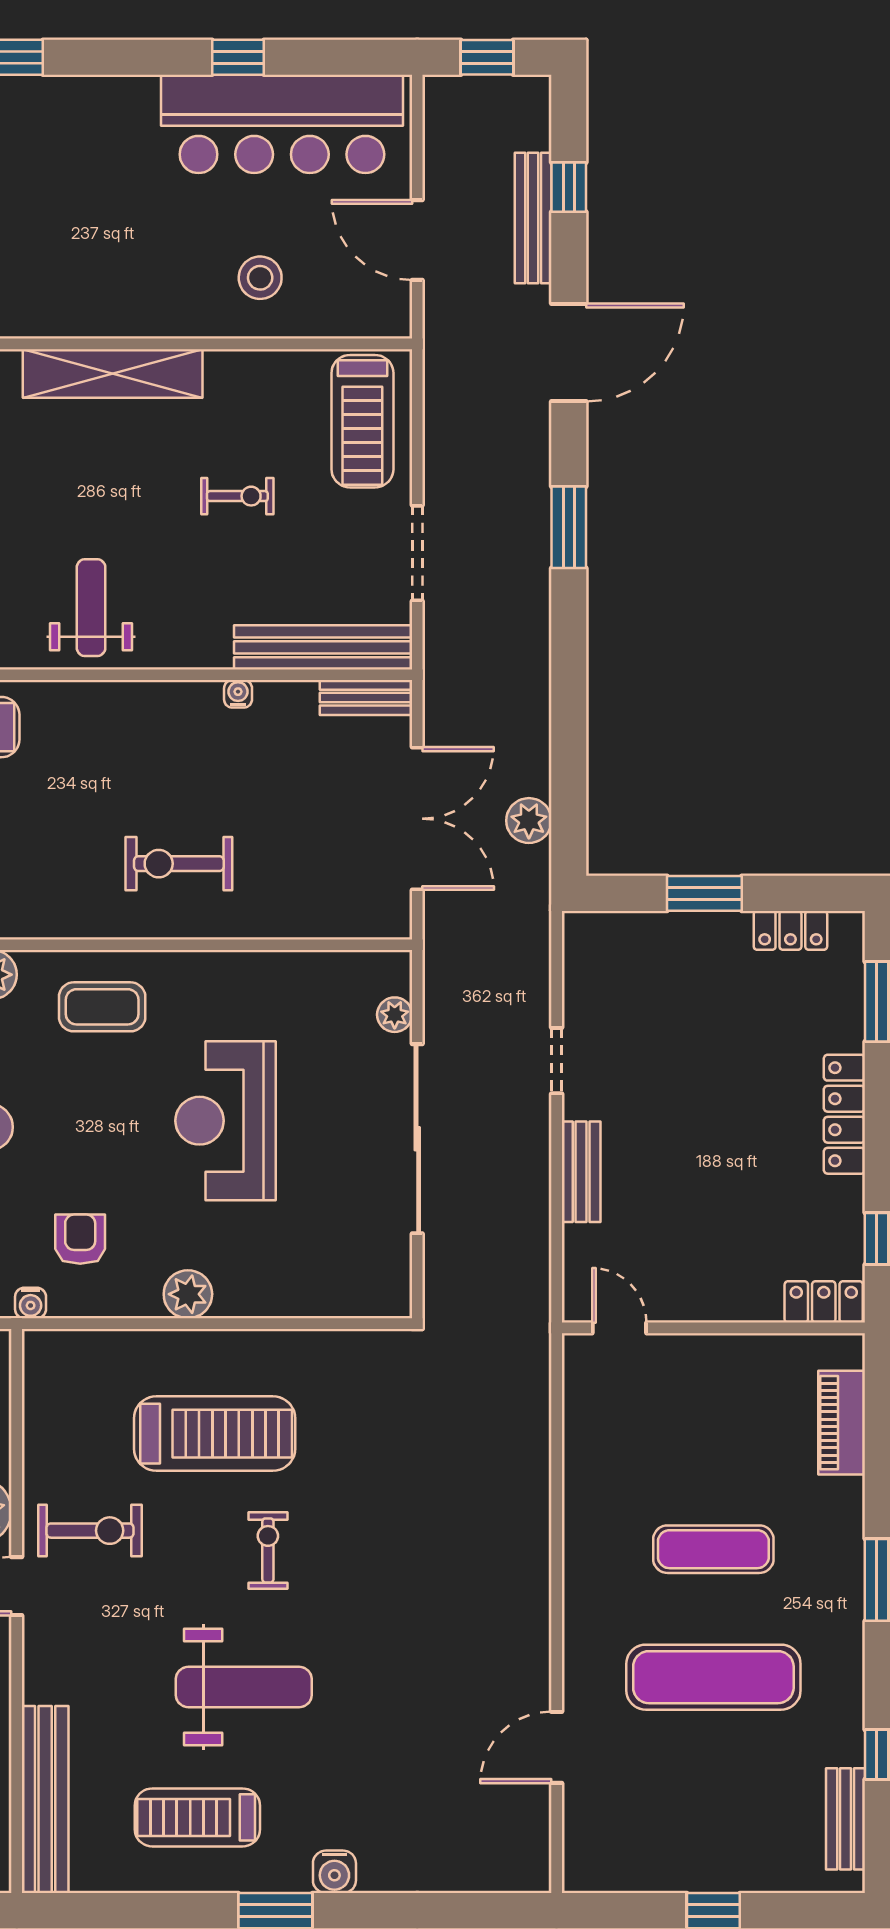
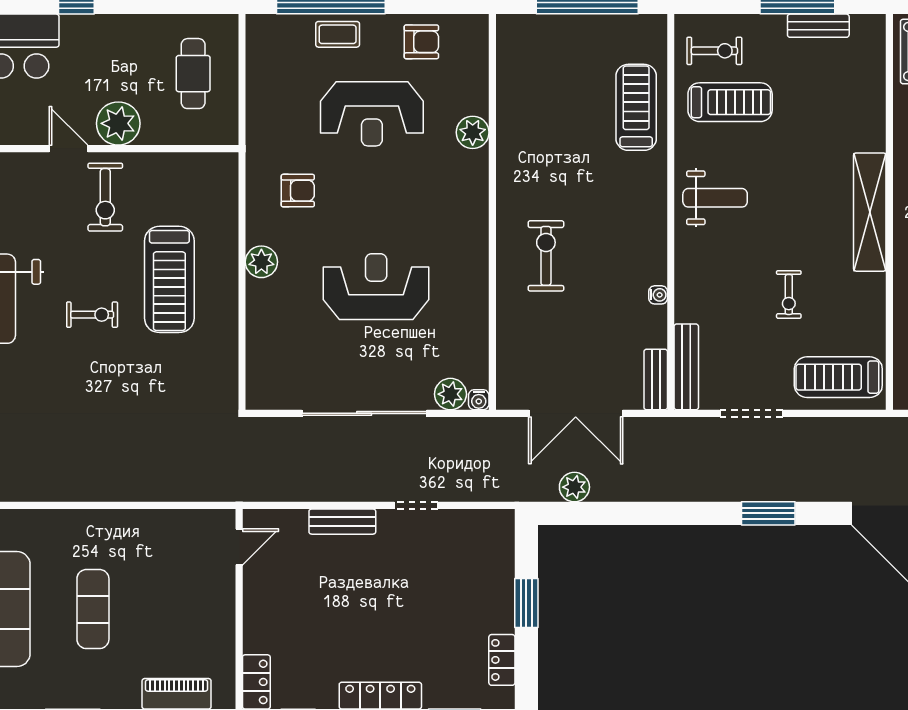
bench: (323, 647) -> (686, 367), width x0.73, depth x0.82
coffee table: (102, 1007) -> (451, 205), removed
plant: (395, 1015) -> (450, 394), width x1.38, depth x1.38
water cooler: (31, 1303) -> (479, 400), moved, turned -90

